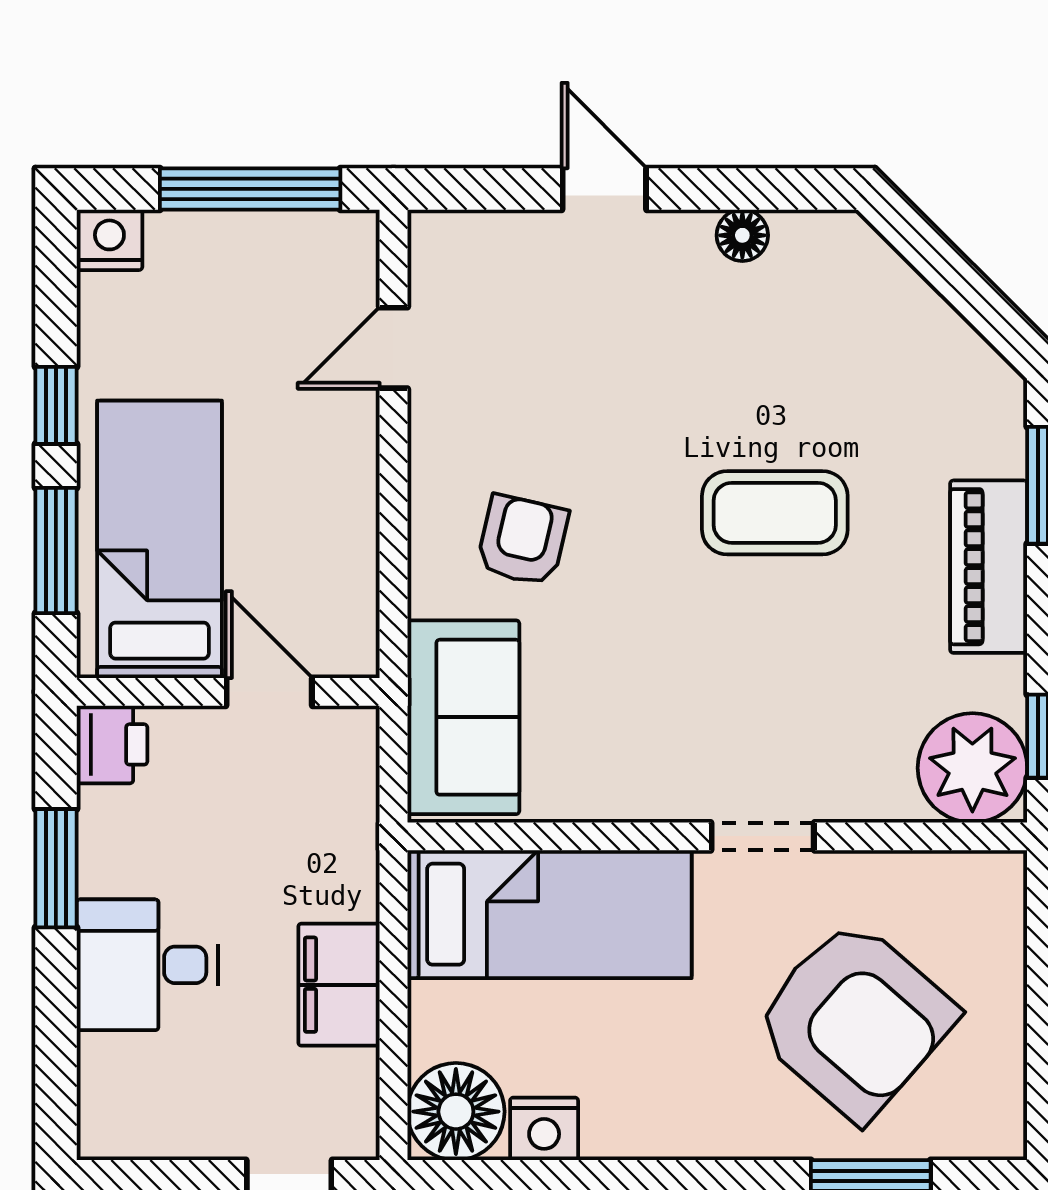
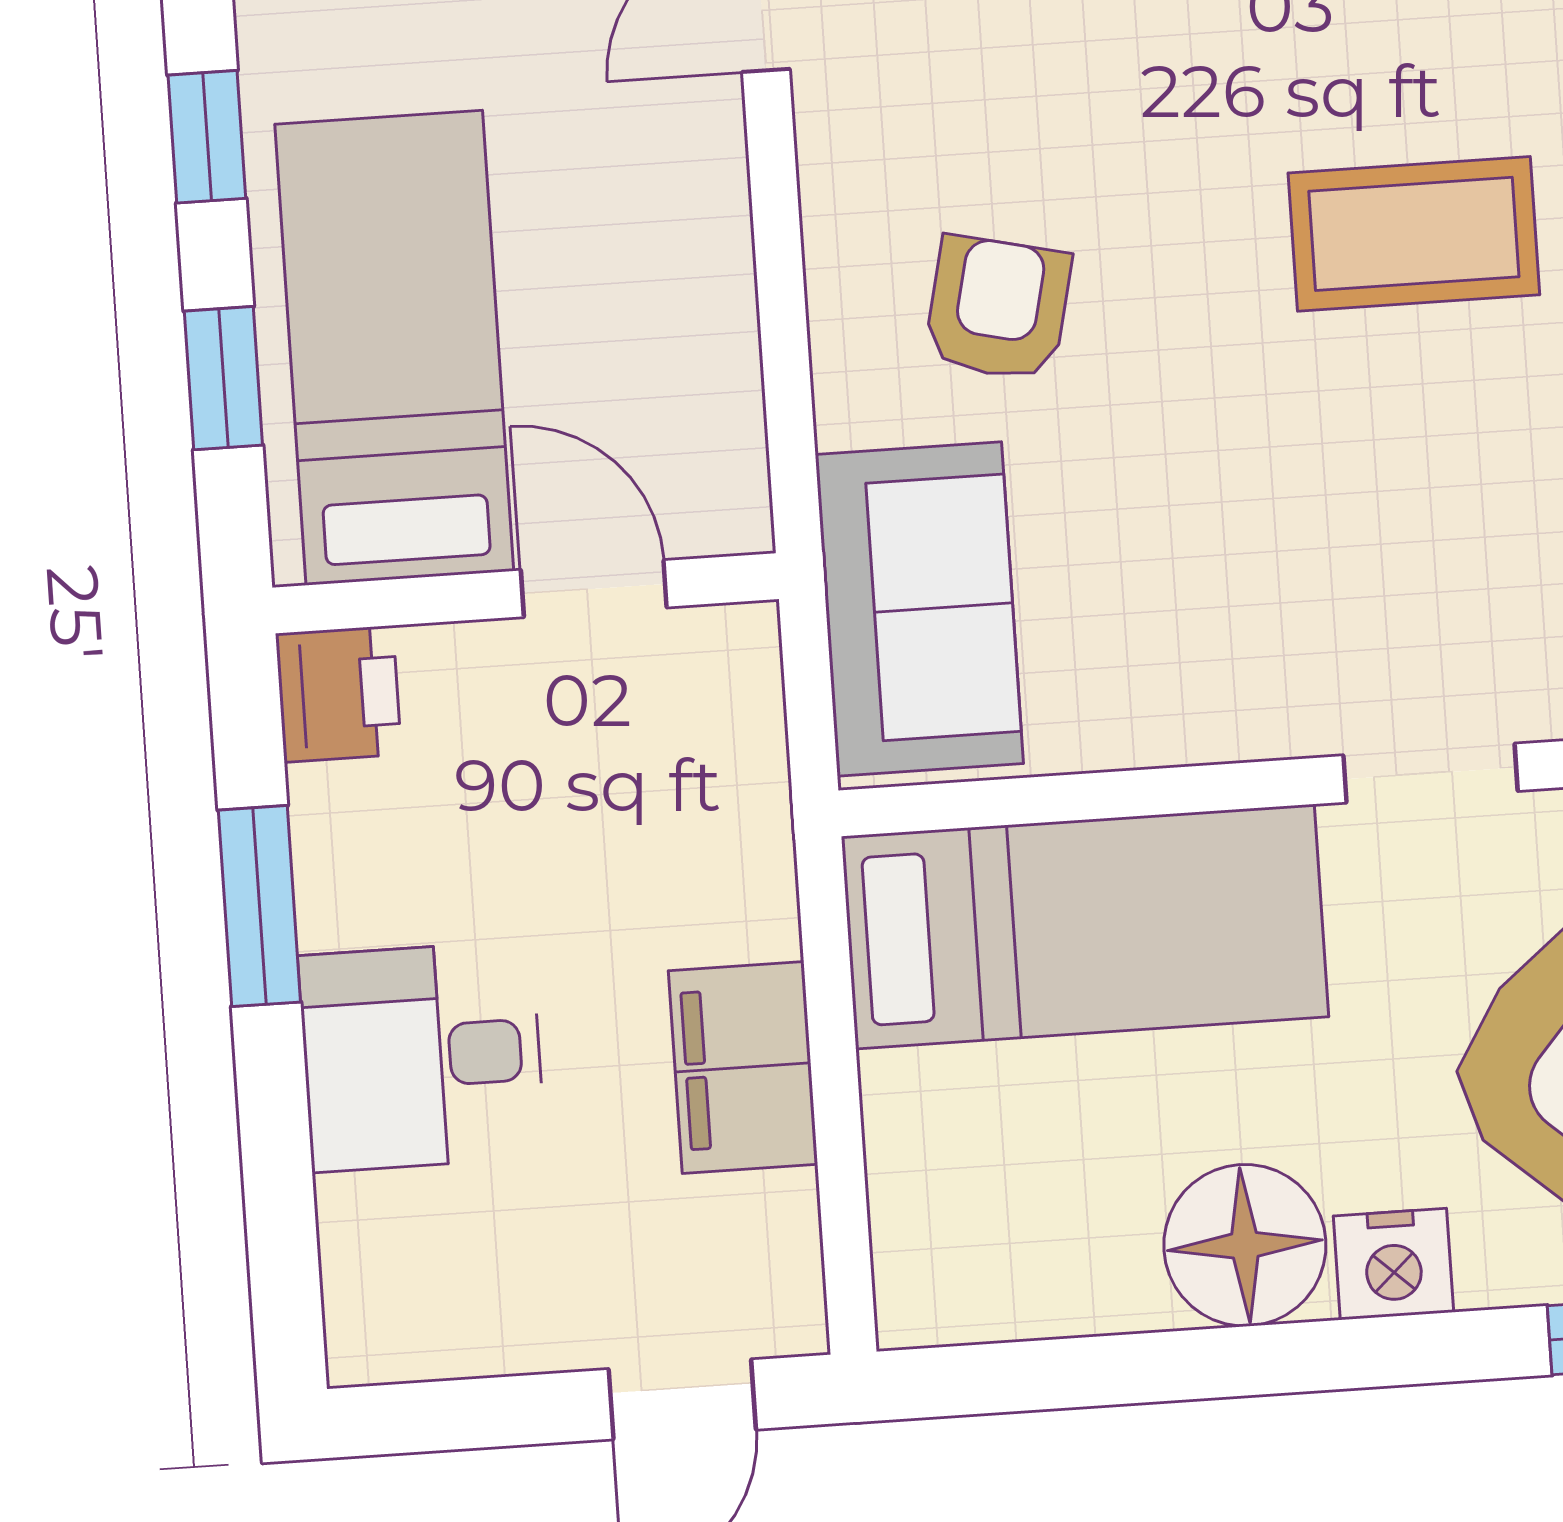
window: (56, 551) -> (223, 378), width x0.67
floor lamp: (456, 1112) -> (1245, 1245), moved
nightstand: (544, 1129) -> (1393, 1264), moved

